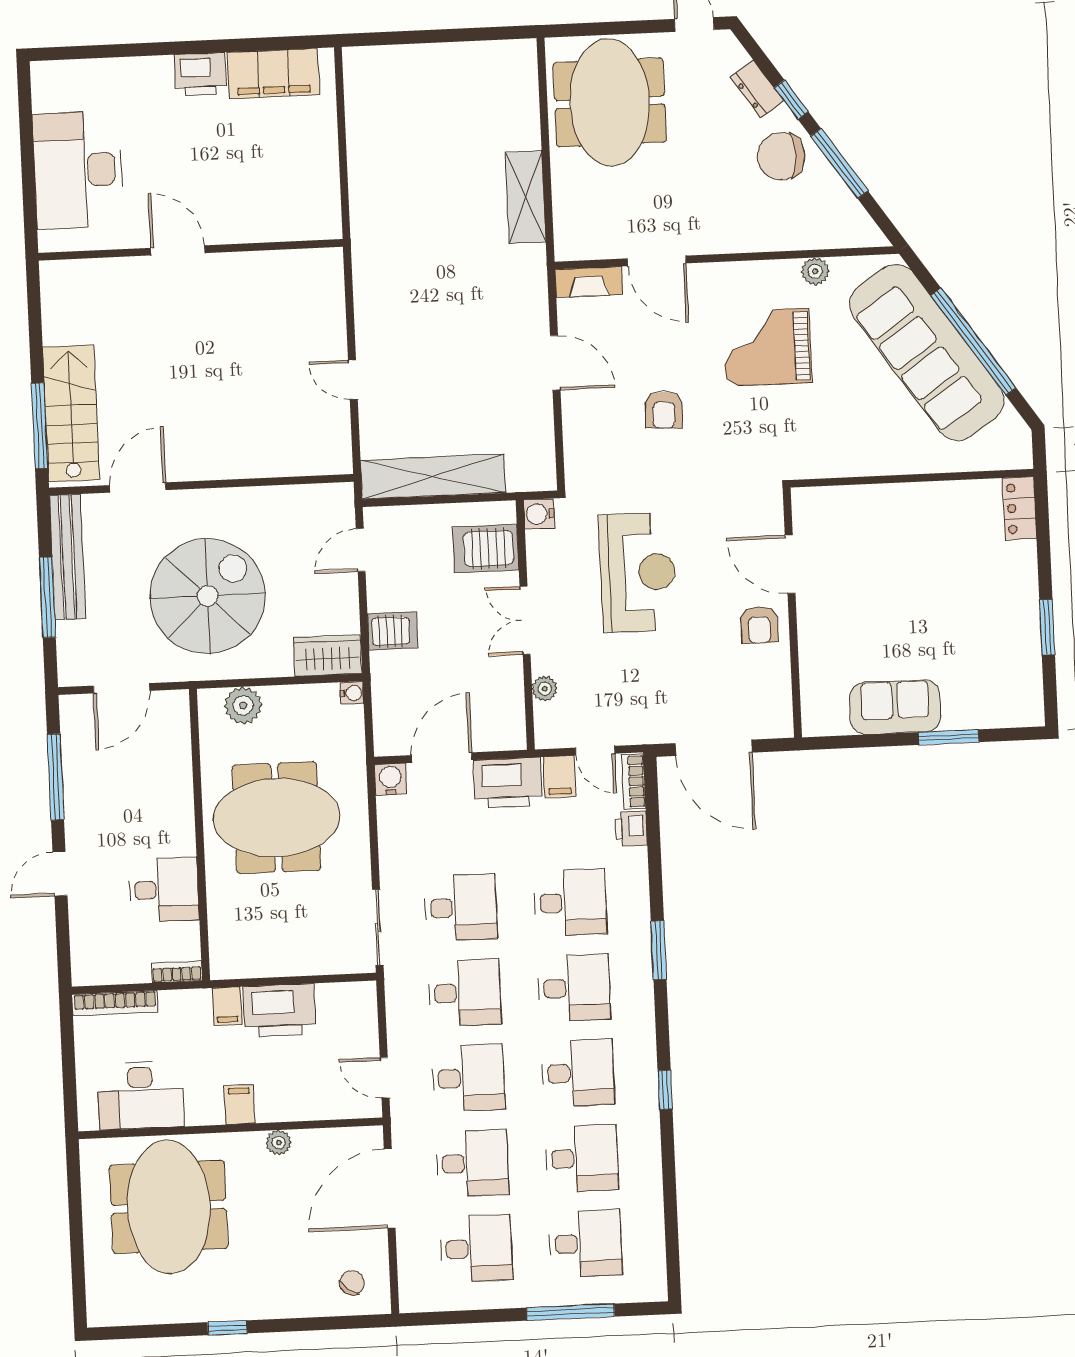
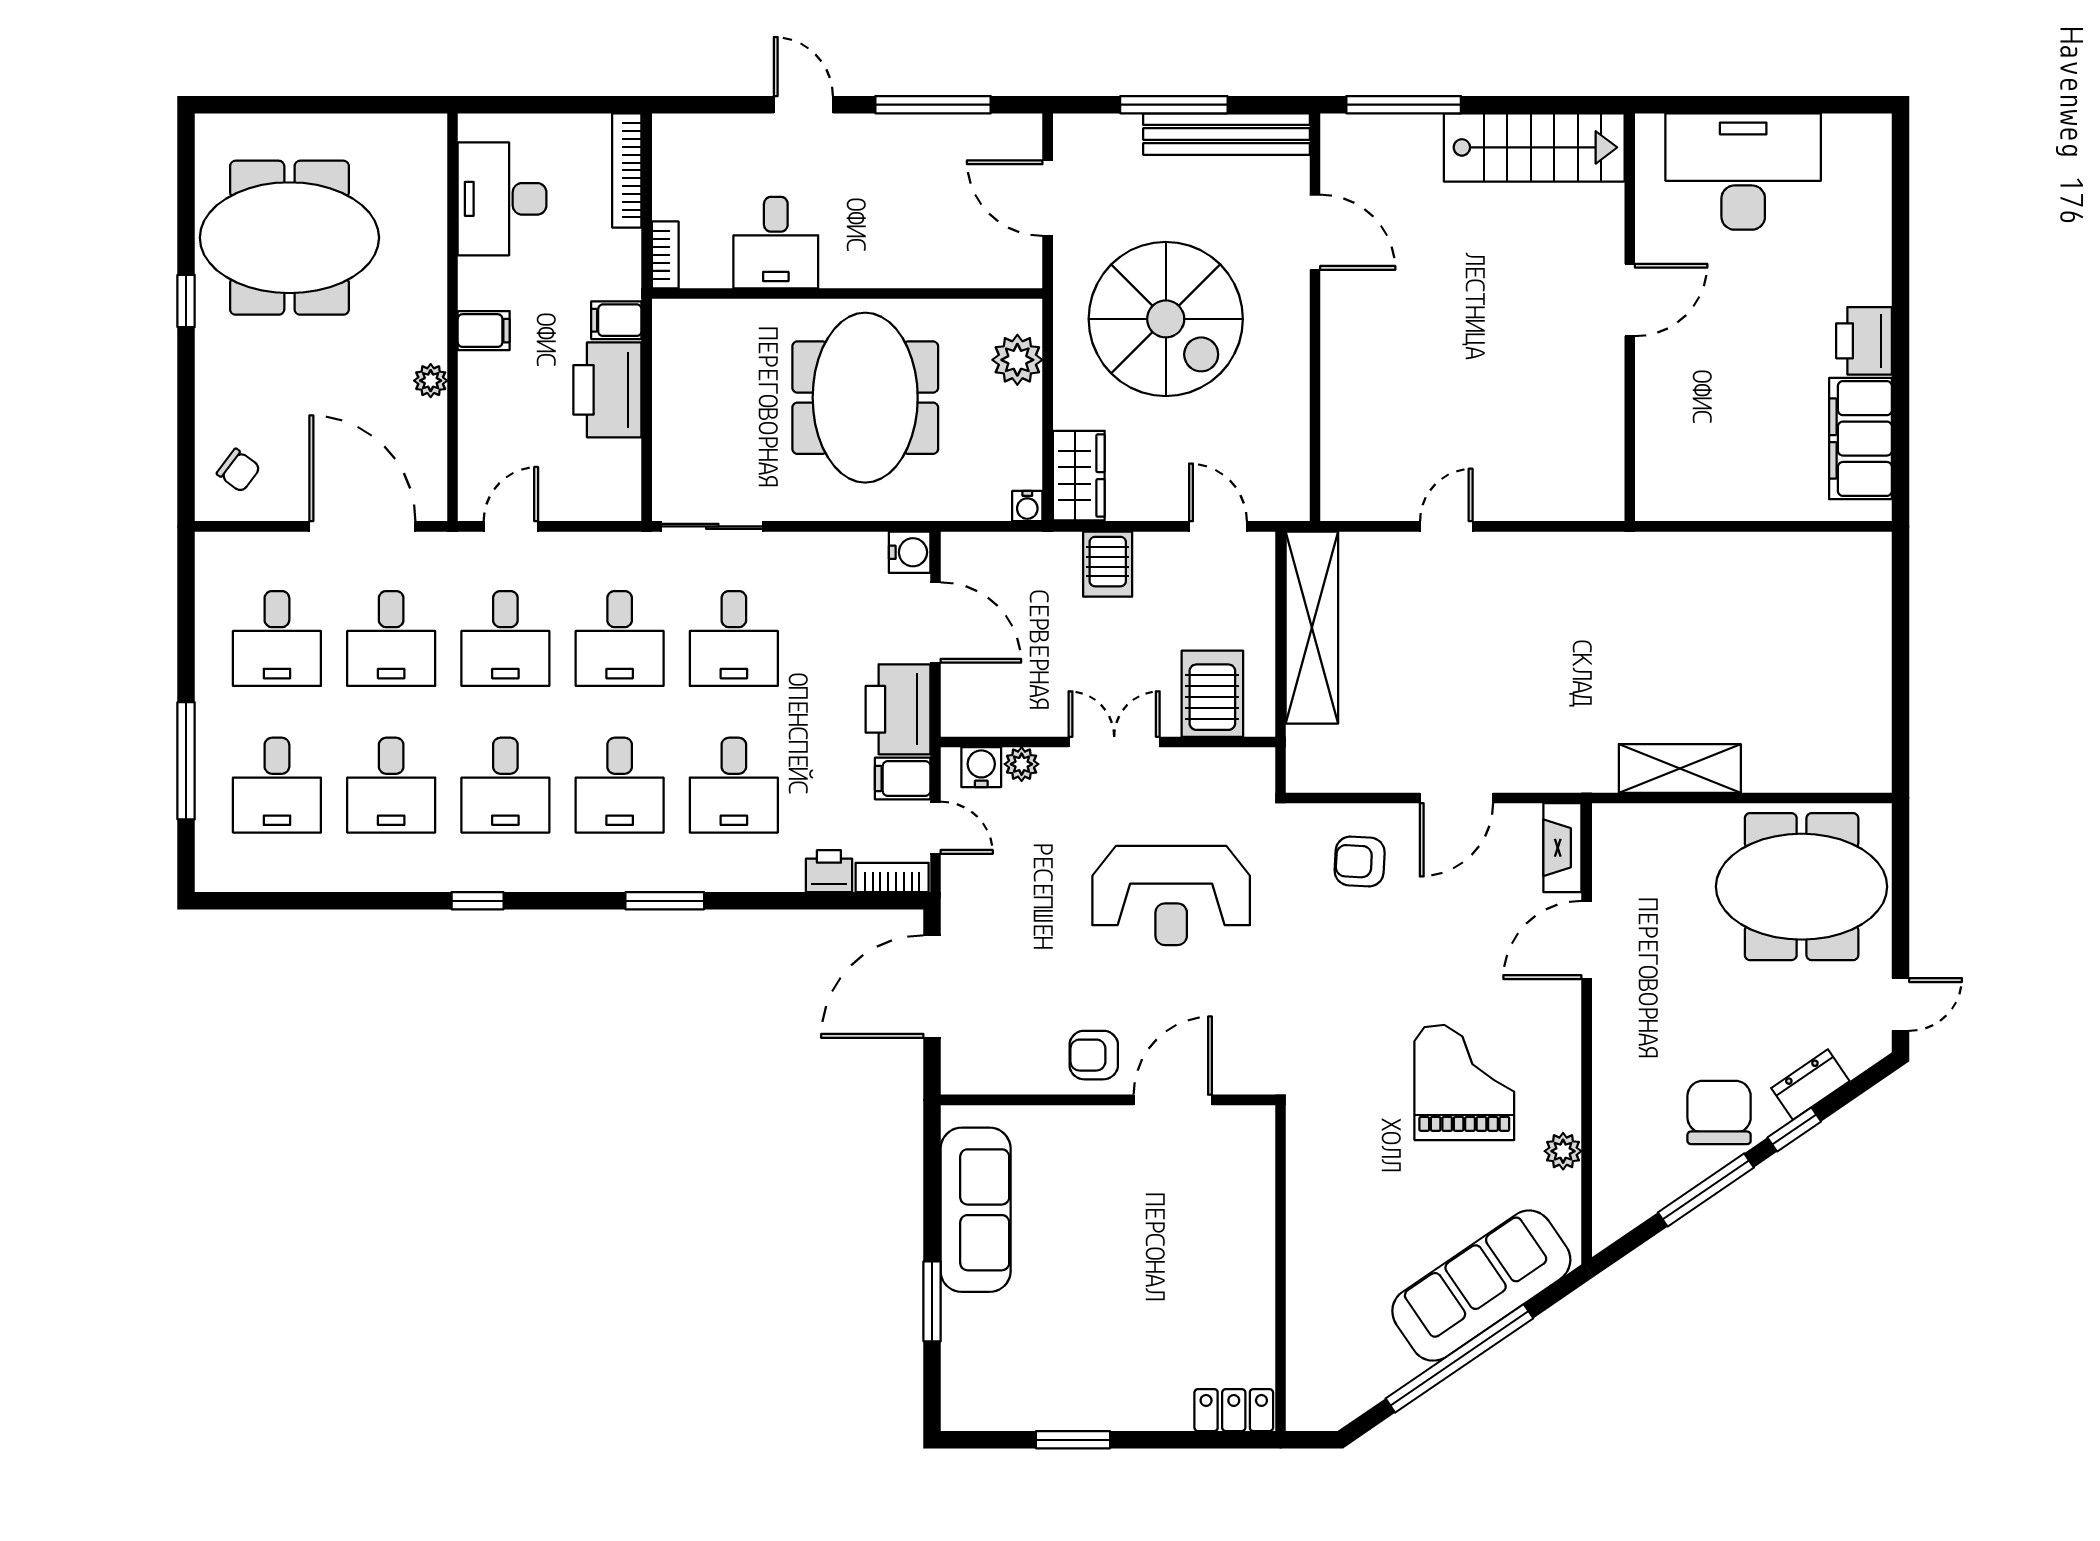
sofa: (927, 352) -> (1481, 1286), width x0.74, depth x0.79
armchair: (664, 410) -> (1360, 862), moved
stairs: (71, 414) -> (1534, 147), moved
water cooler: (539, 514) -> (981, 767), moved
sofa: (895, 707) -> (976, 1210), width x1.36
door: (595, 751) -> (935, 828), swing flipped
meeting table: (169, 1207) -> (289, 238), moved

